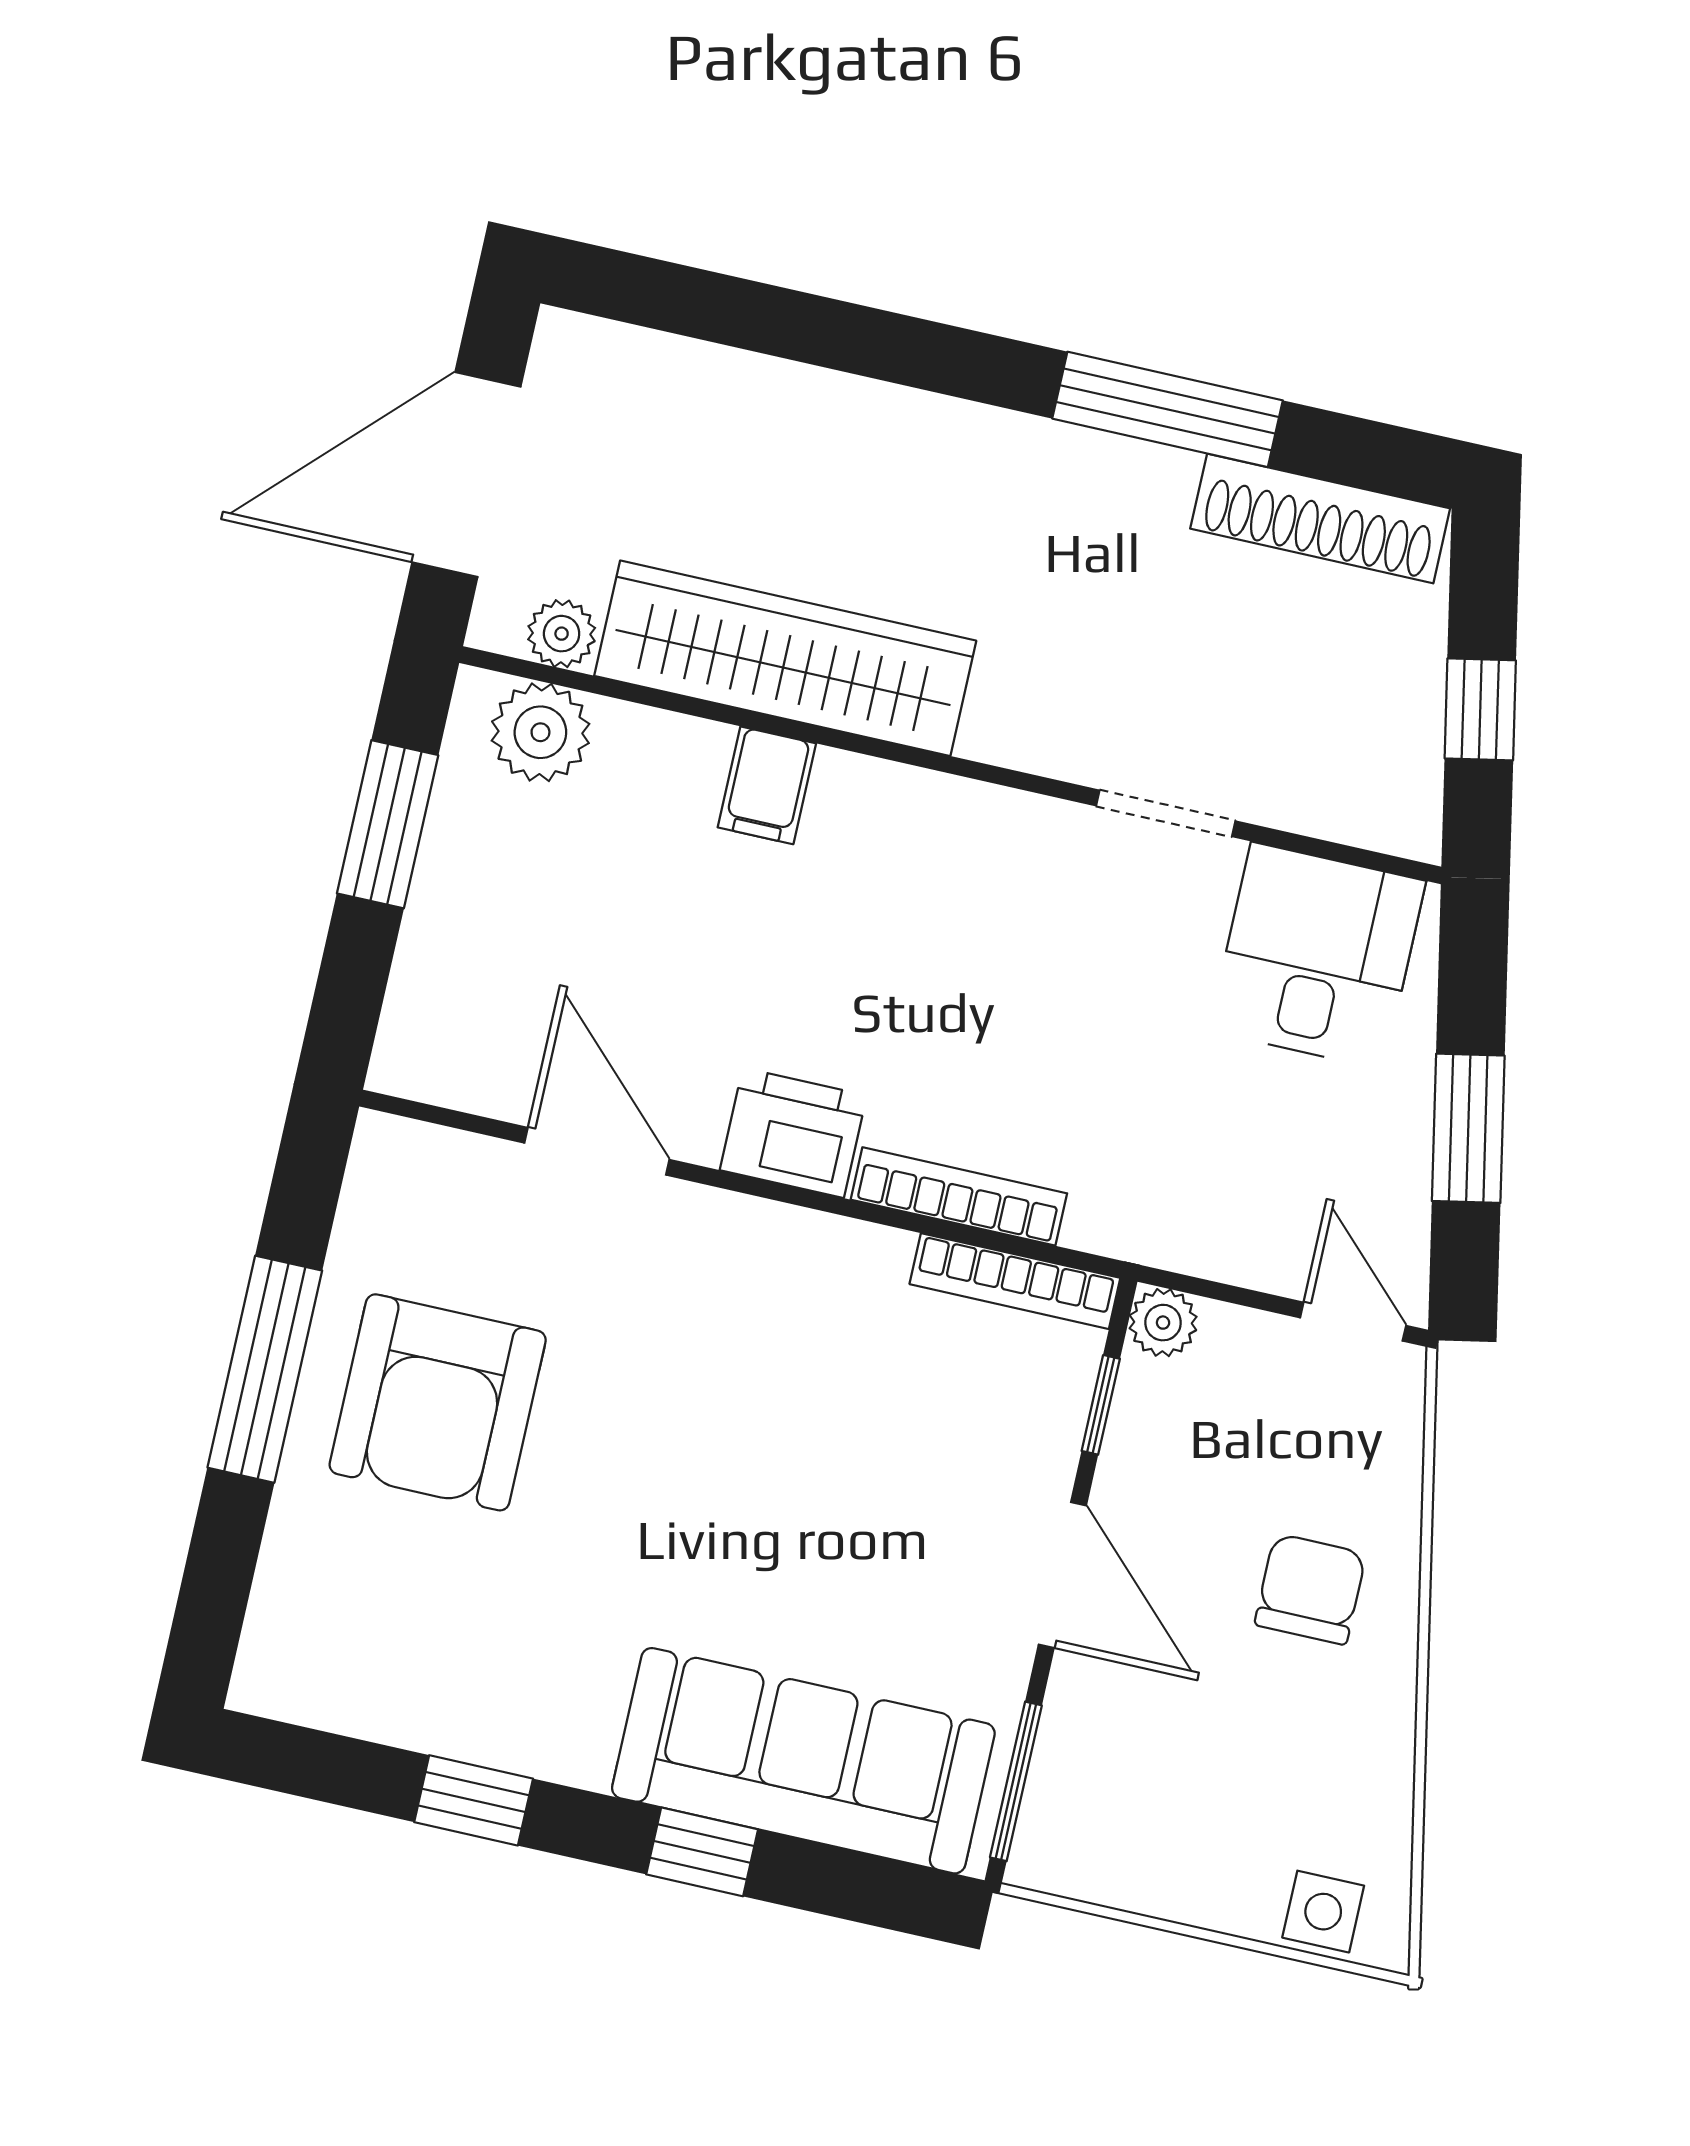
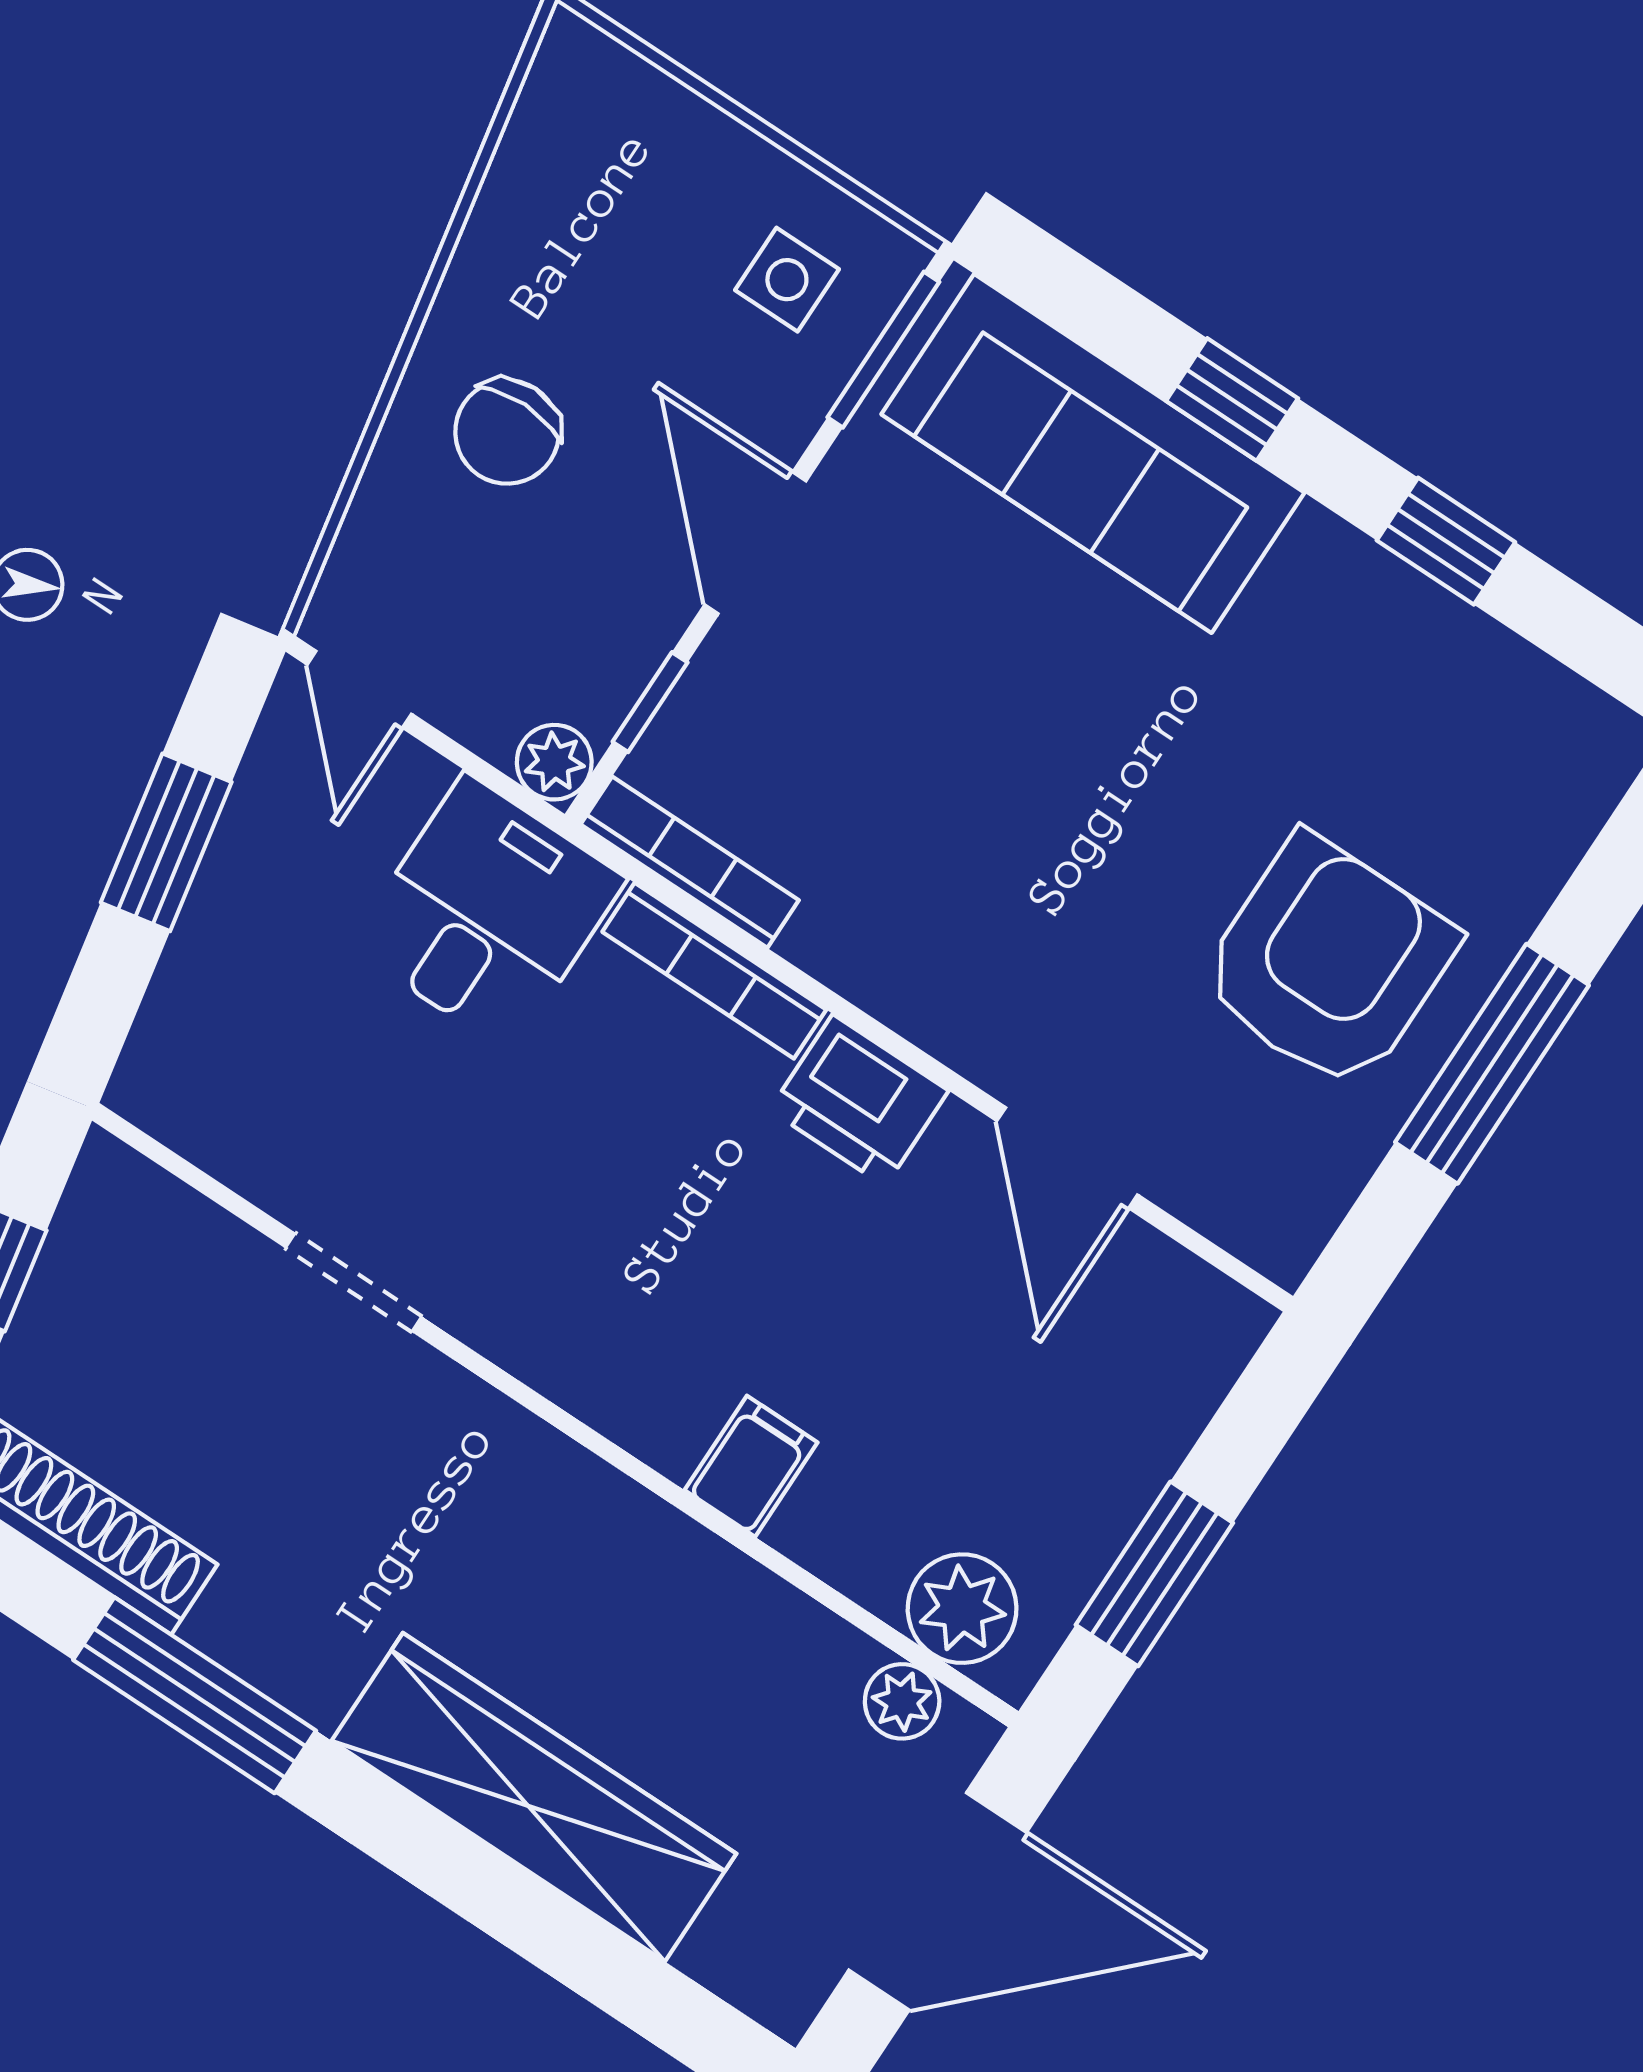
wardrobe: (785, 658) -> (534, 1797), moved, turned 180
desk: (1317, 956) -> (488, 913), moved, turned 180
side table: (1323, 1912) -> (787, 280), moved

